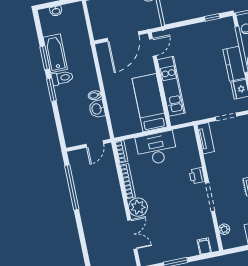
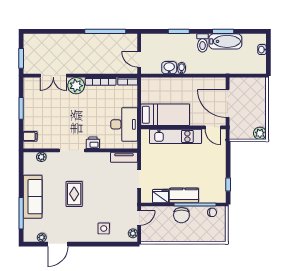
window: (51, 90) -> (179, 31), moved
desk: (157, 148) -> (124, 124), moved

